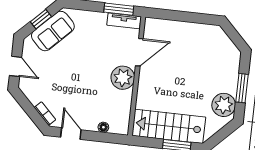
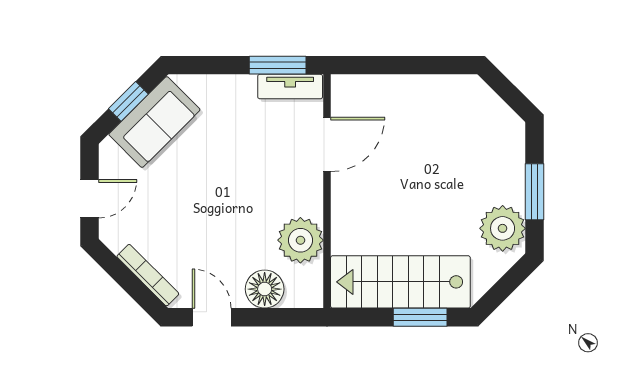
door: (16, 66) -> (90, 199), hinge flipped
plant: (123, 78) -> (300, 240), moved
bookcase: (45, 114) -> (148, 275), width x1.56
floor lamp: (103, 127) -> (265, 289), width x1.89, depth x1.89

